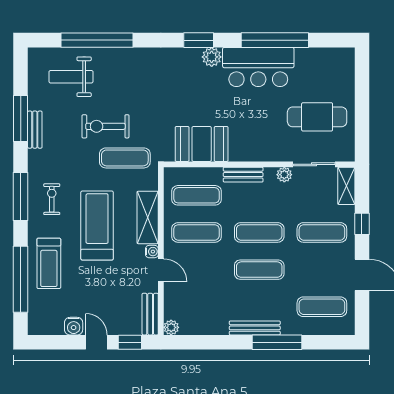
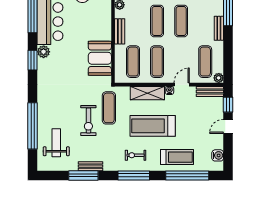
weight bench: (71, 77) -> (56, 143), turned 180
exercise mat: (196, 307) -> (205, 62), added
water cooler: (74, 326) -> (218, 155), moved
bench: (255, 328) -> (219, 28), width x0.73

